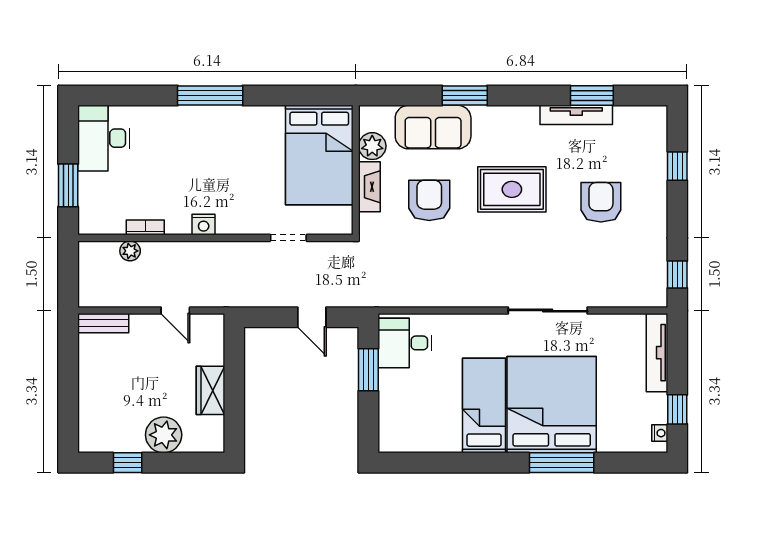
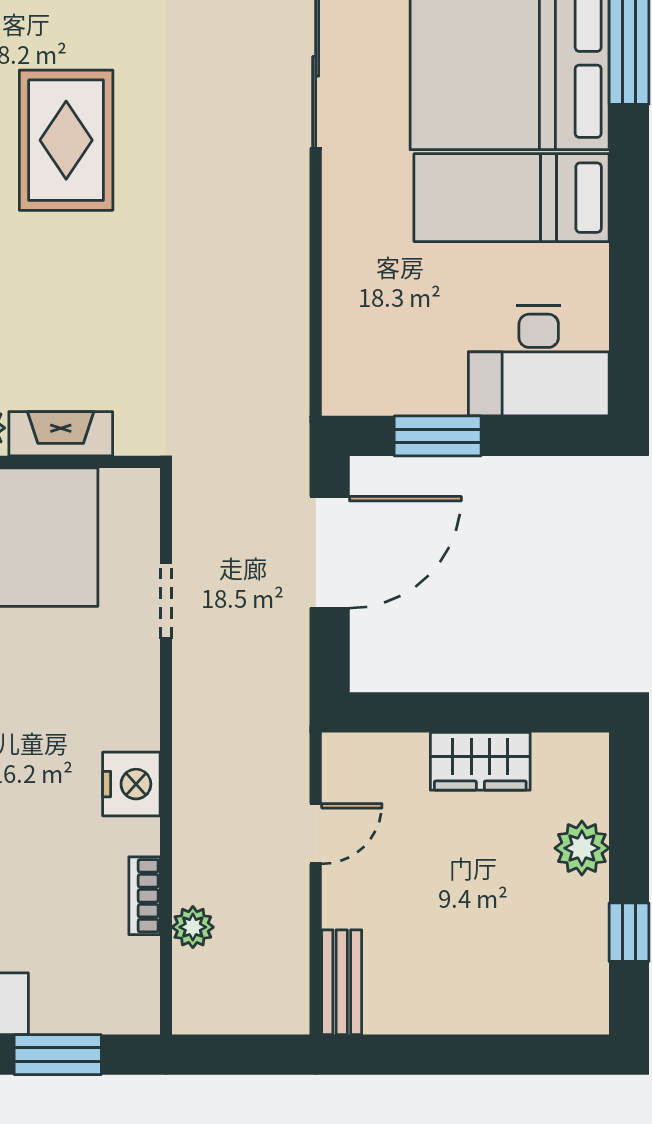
armchair: (429, 200) -> (89, 310), removed
nightstand: (204, 225) -> (131, 784), width x1.36, depth x1.33
door: (312, 317) -> (330, 552), width x1.88
desk: (405, 343) -> (539, 361), moved, width x1.37
plant: (164, 435) -> (582, 848), width x0.73, depth x0.73

